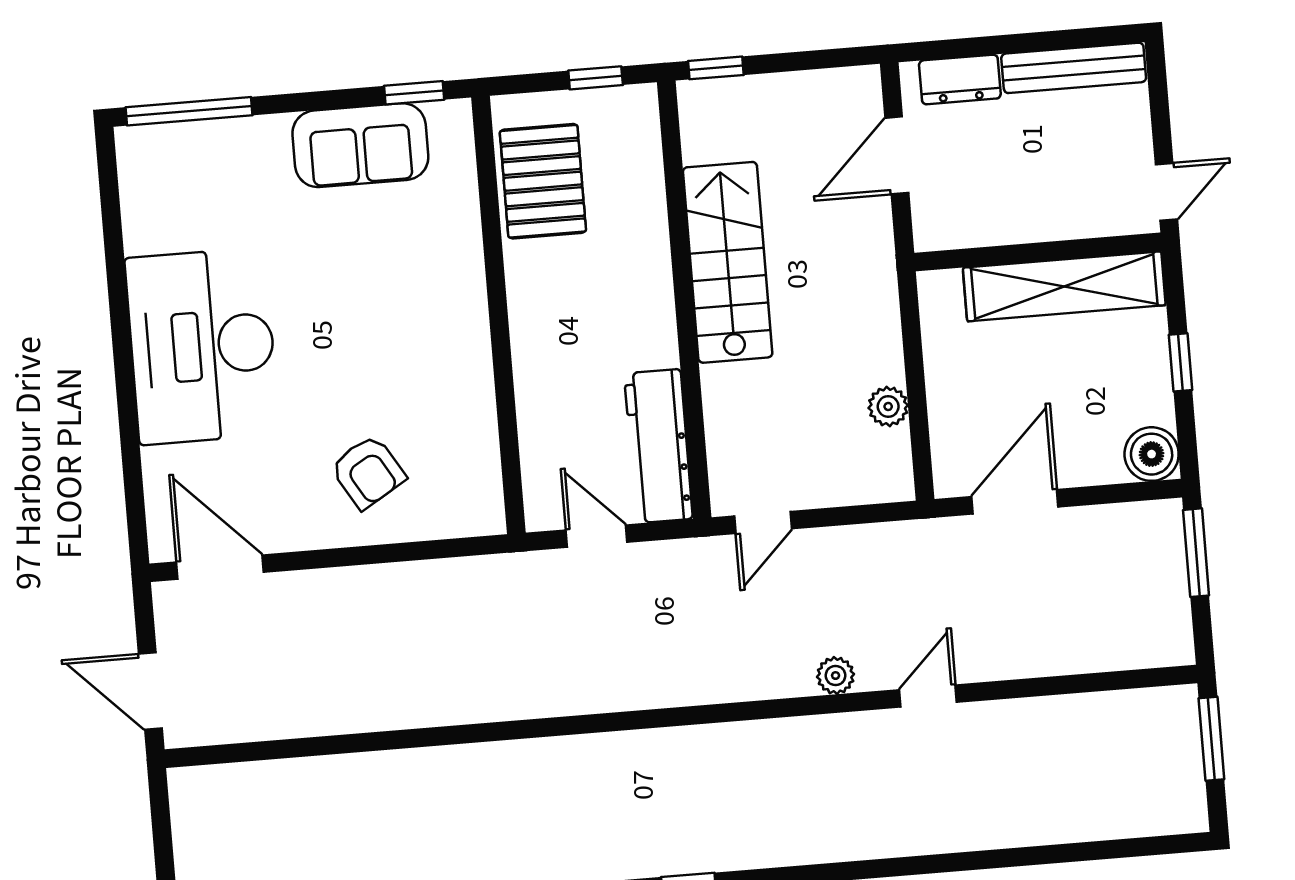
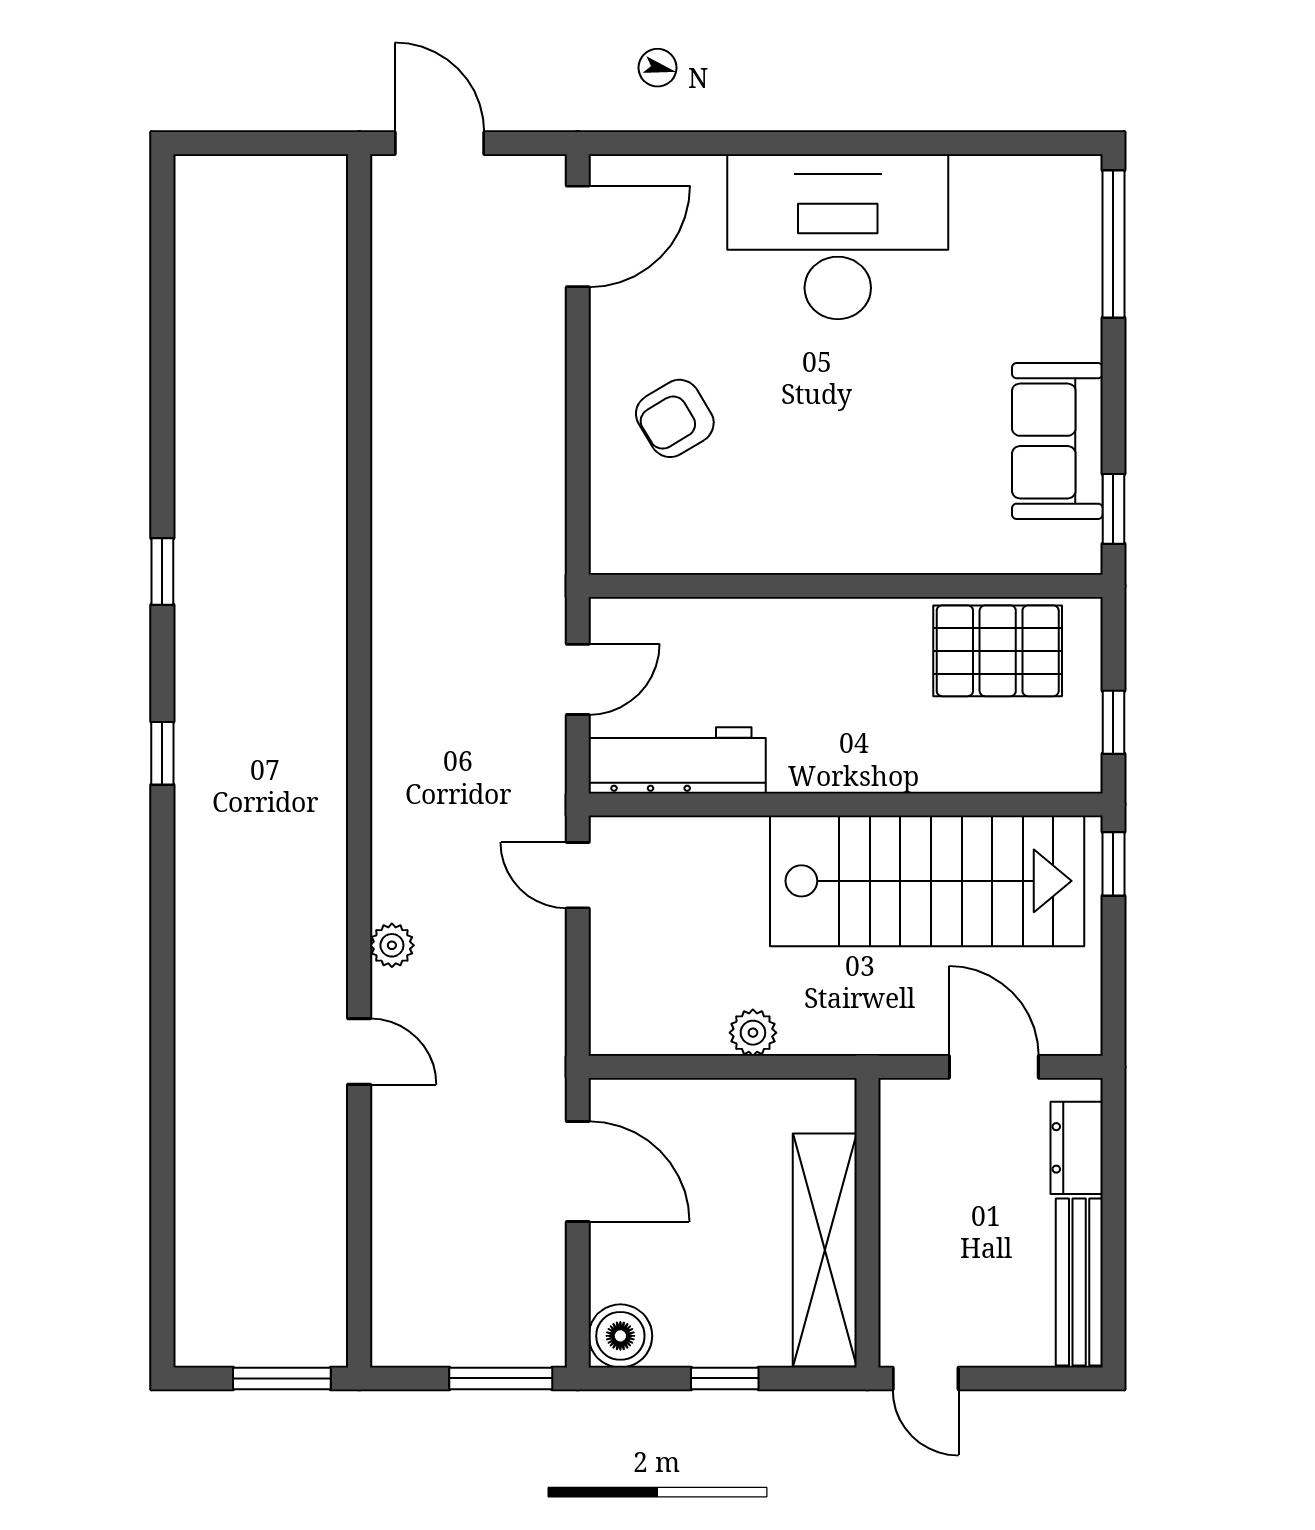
stairs: (728, 262) -> (927, 881), width x1.36, depth x1.51
plant: (888, 406) -> (753, 1033), moved
door: (150, 691) -> (440, 143), hinge flipped

